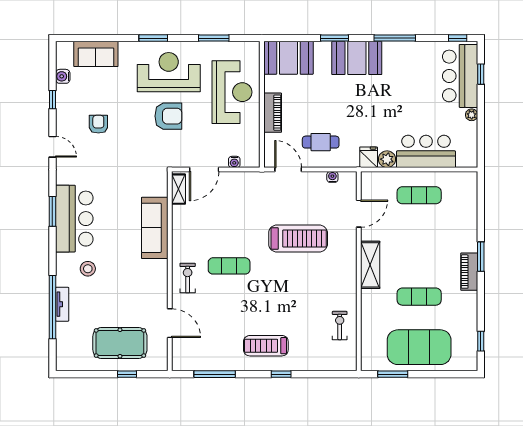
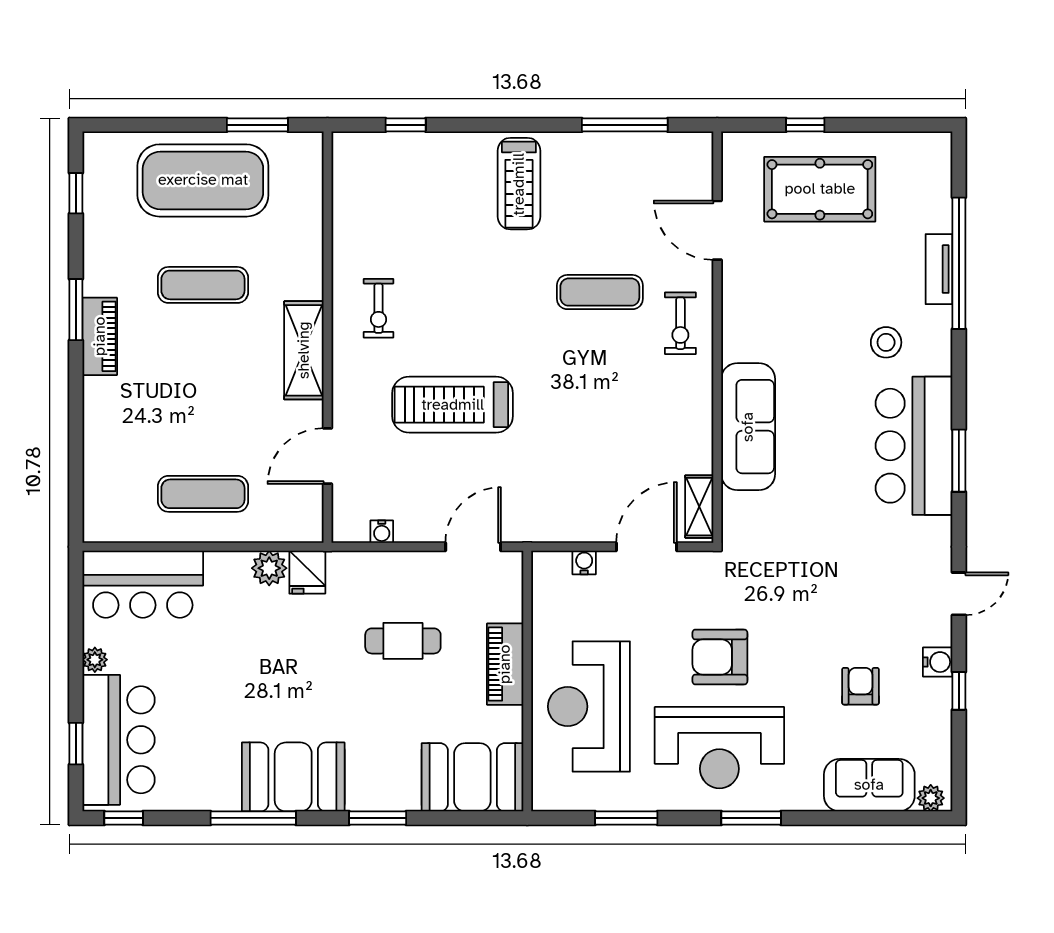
plant: (66, 48) -> (931, 798), added
booth: (357, 58) -> (293, 777), moved
water cooler: (63, 76) -> (938, 662), moved
armchair: (98, 124) -> (860, 686), moved, turned 180
cafe table: (321, 142) -> (403, 641), moved
door: (52, 147) -> (959, 594), swing flipped
bar counter: (426, 151) -> (143, 584), moved
door: (288, 170) -> (473, 547), swing flipped
window: (481, 257) -> (76, 310), moved
exercise mat: (229, 266) -> (600, 292), moved
exercise bike: (340, 325) -> (378, 308), moved
treadmill: (266, 346) -> (519, 184), turned 90
window: (281, 374) -> (406, 125), moved

